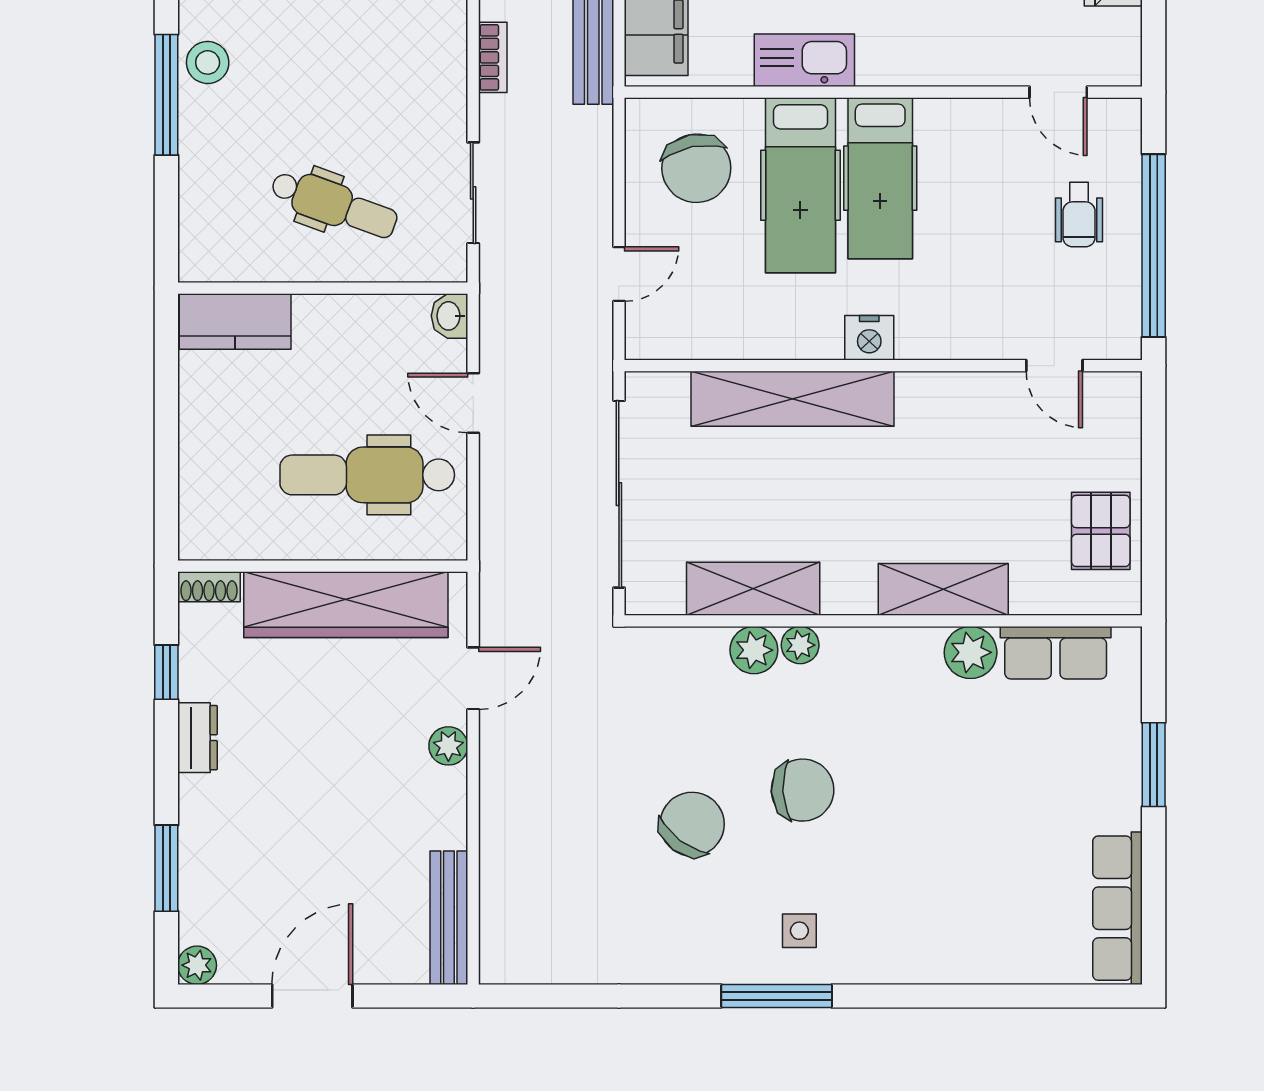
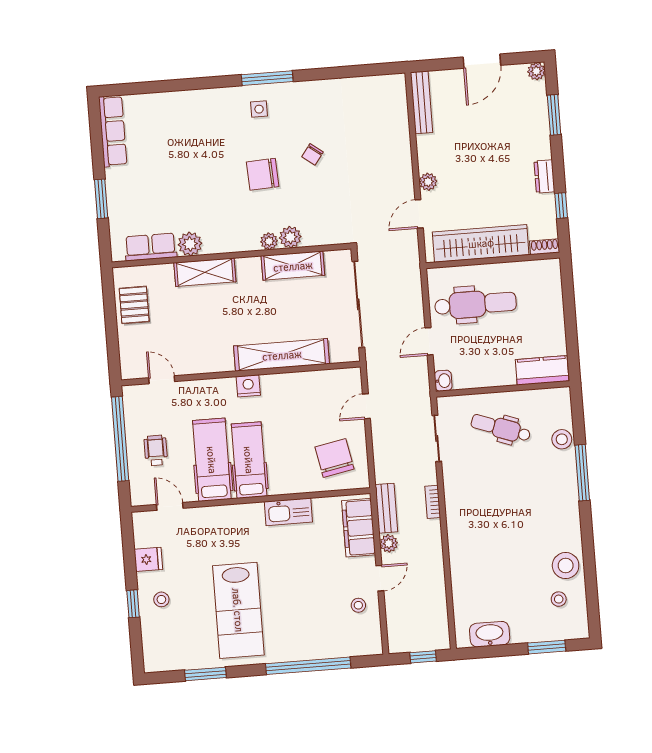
stool: (208, 62) -> (562, 439), moved
hospital bed: (800, 185) -> (212, 460), moved
door: (473, 403) -> (429, 341), swing flipped
chair: (692, 824) -> (312, 154), width x0.54, depth x0.54

